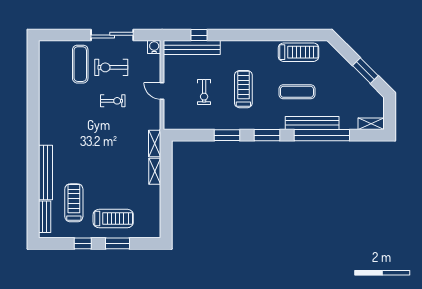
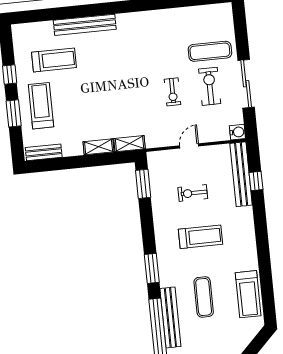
window: (227, 135) -> (143, 184), moved
bench: (45, 217) -> (44, 152), moved
treadmill: (113, 219) -> (41, 106), turned 180

